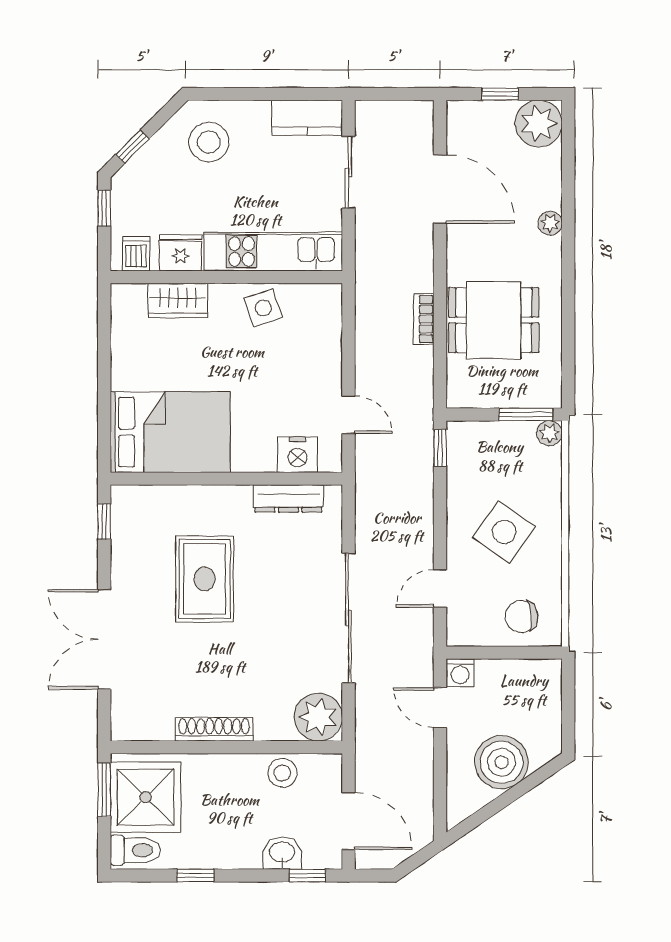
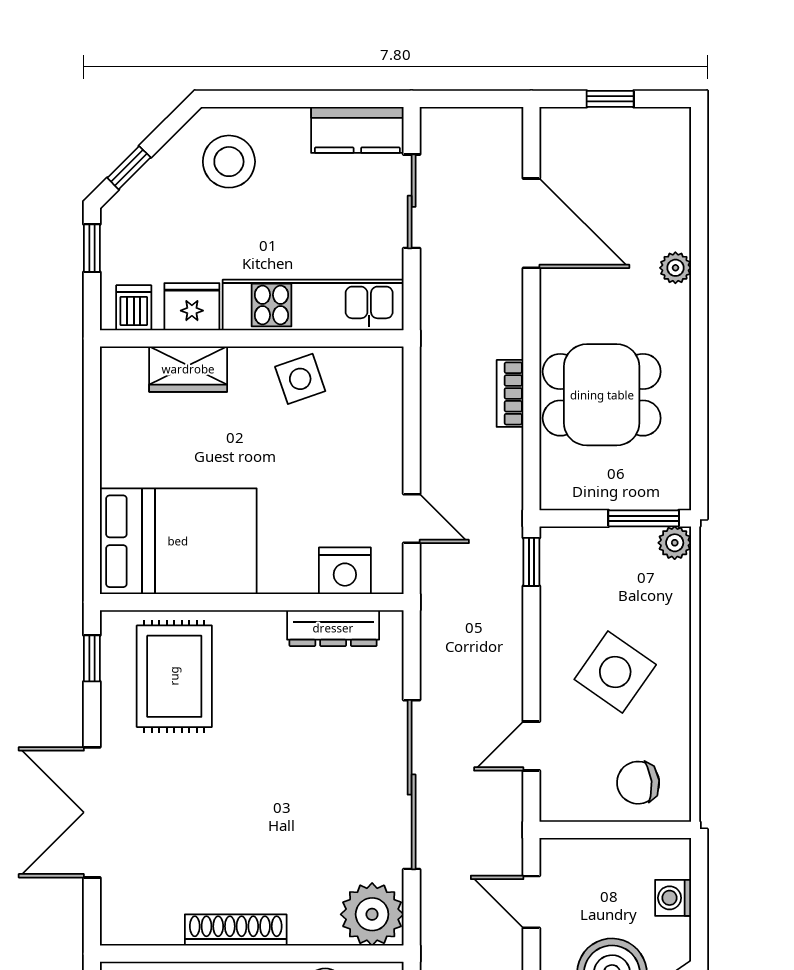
plant: (539, 124) -> (660, 137), removed
rug: (205, 579) -> (174, 676), moved
washing machine: (460, 673) -> (673, 898), moved, turned 90

